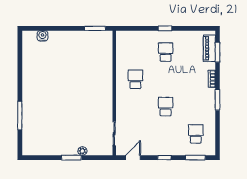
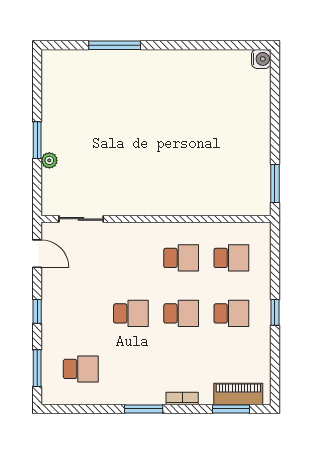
water cooler: (42, 36) -> (261, 59), moved
school desk: (135, 52) -> (231, 258), added
school desk: (166, 79) -> (181, 313), added

